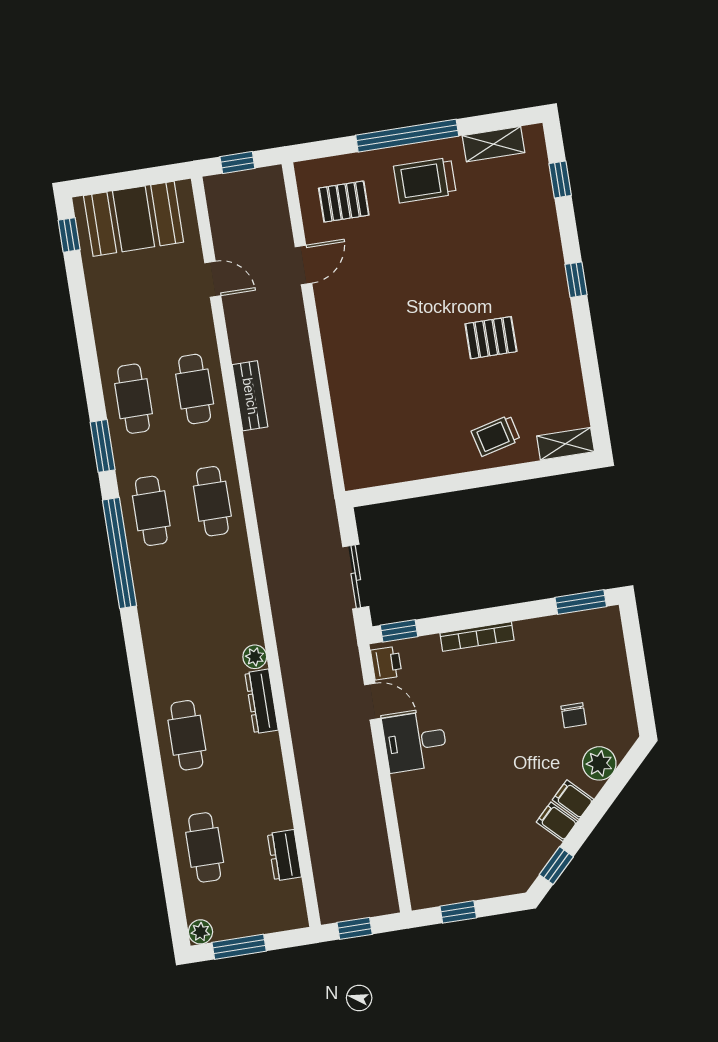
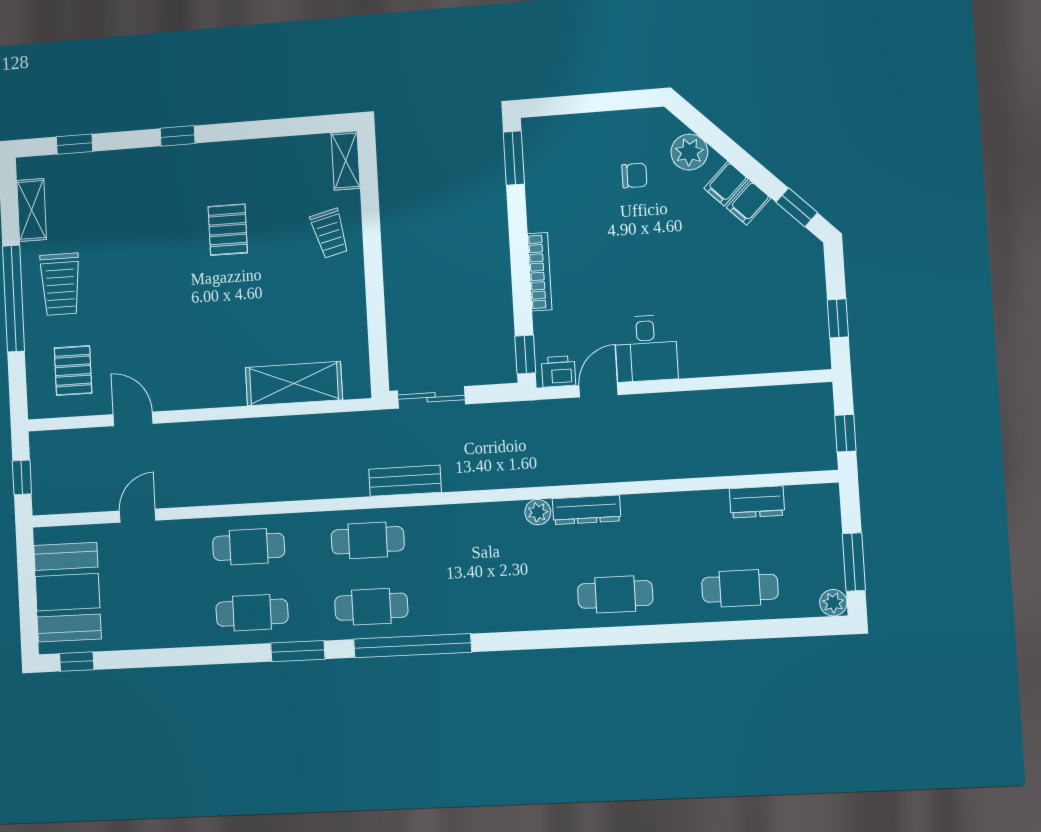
bench: (250, 396) -> (405, 481), moved
shelving: (352, 416) -> (294, 384), added
sliding door: (356, 577) -> (431, 397), moved

